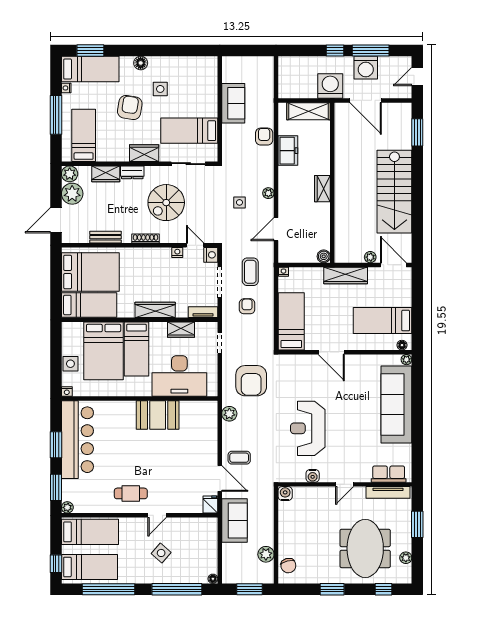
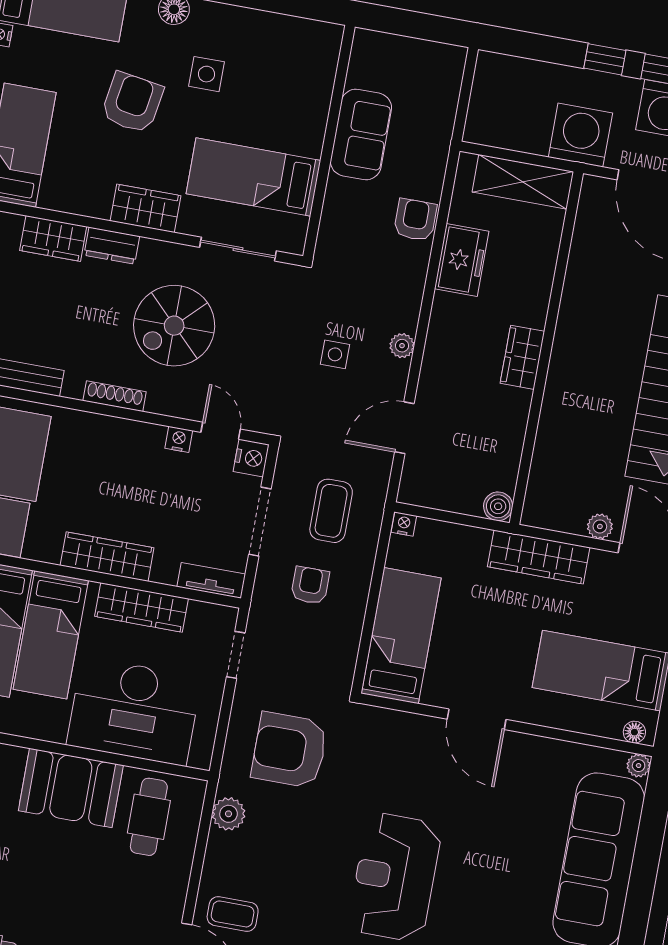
wardrobe: (181, 330) -> (142, 607), width x1.50
armchair: (251, 381) -> (290, 750), turned 90
cafe table: (194, 421) -> (149, 817), added

